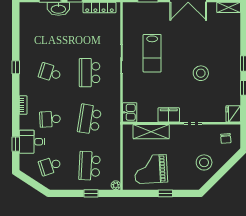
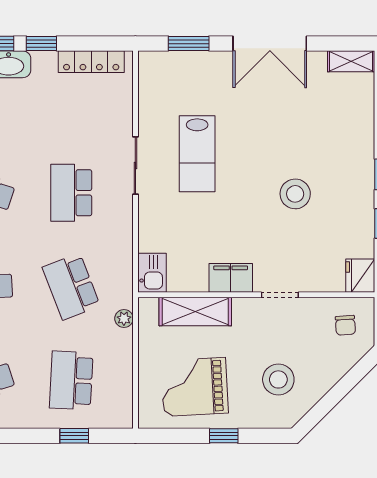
school desk: (90, 119) -> (71, 287), turned -30
stool: (204, 162) -> (278, 379), moved
plant: (116, 185) -> (124, 319), moved

